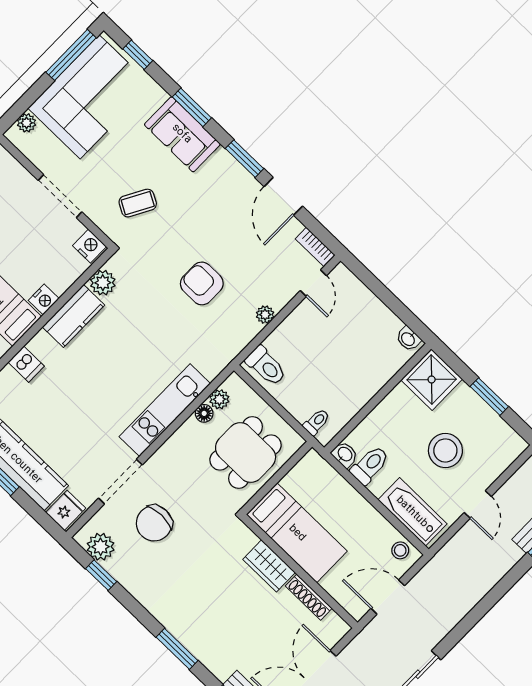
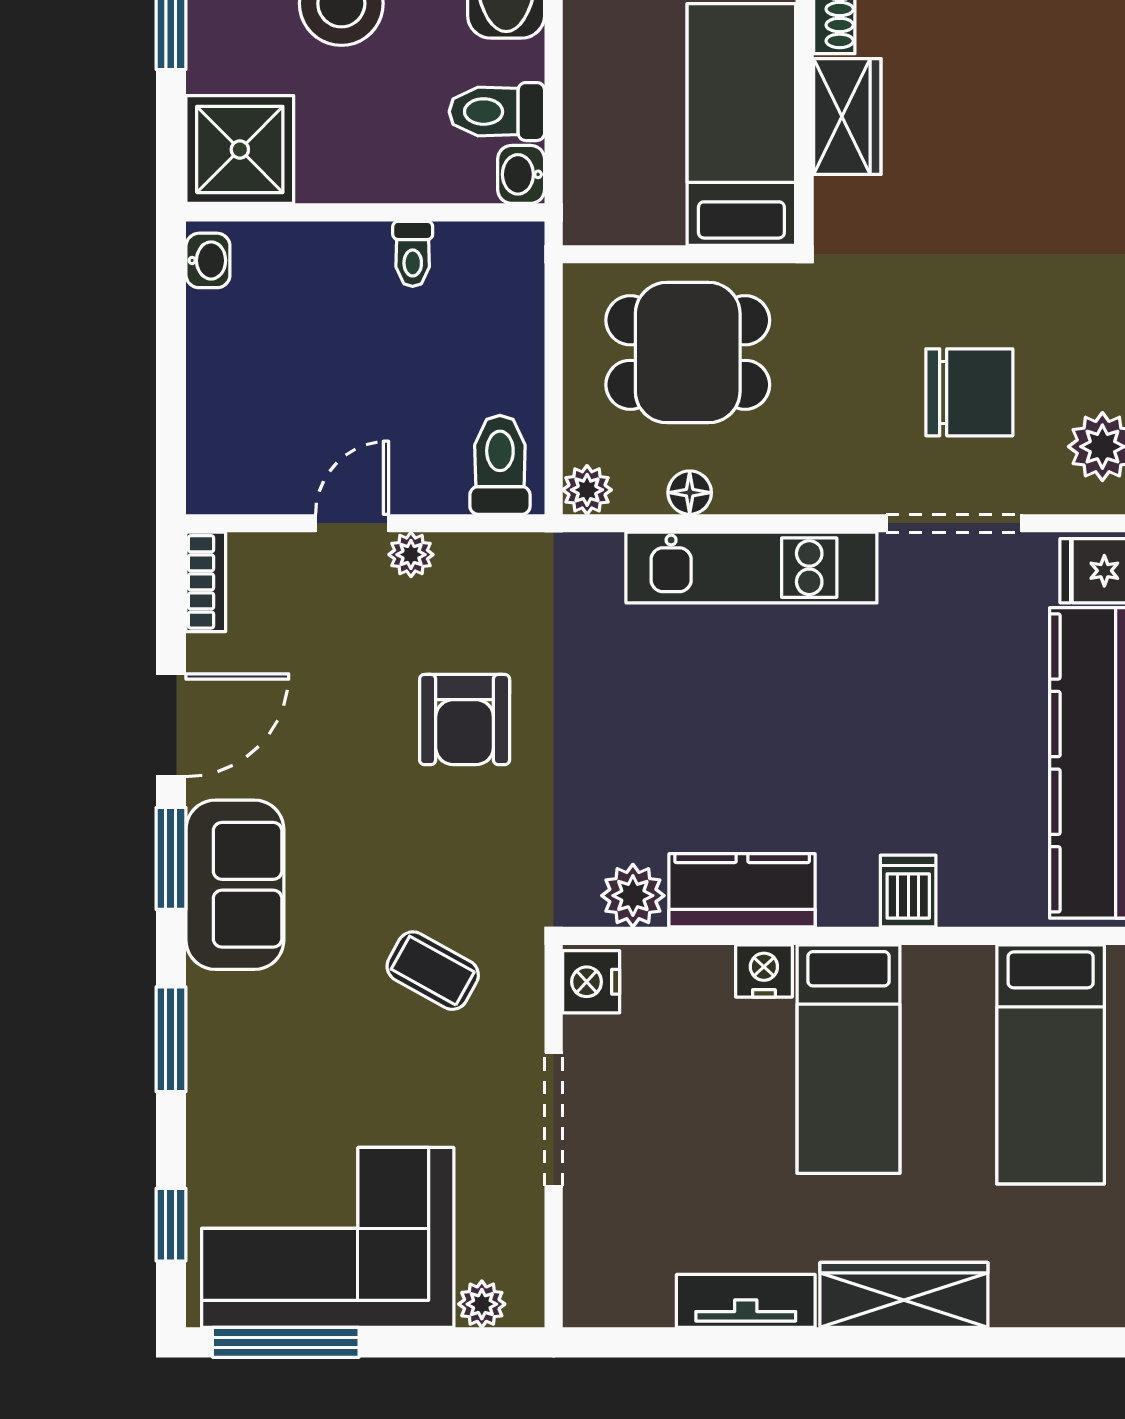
sofa: (182, 134) -> (235, 885), moved
door: (313, 283) -> (352, 523), moved
plant: (219, 399) -> (587, 490), moved
toilet: (317, 422) -> (413, 254), moved, turned -90

